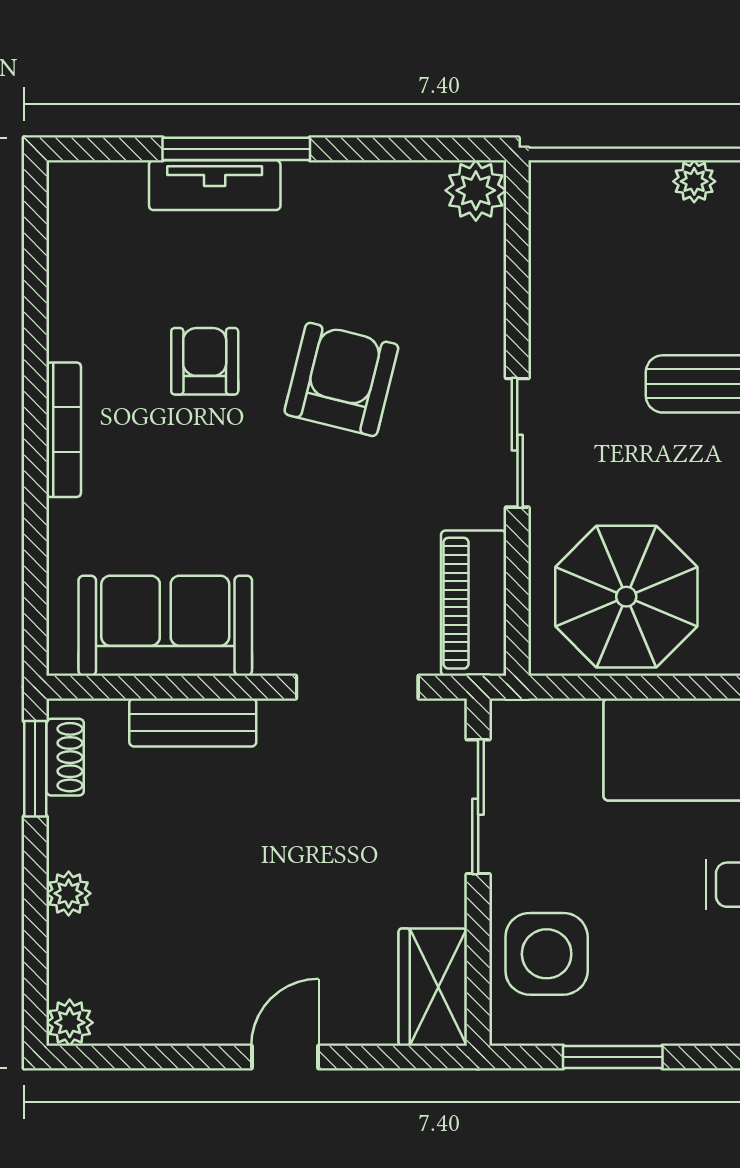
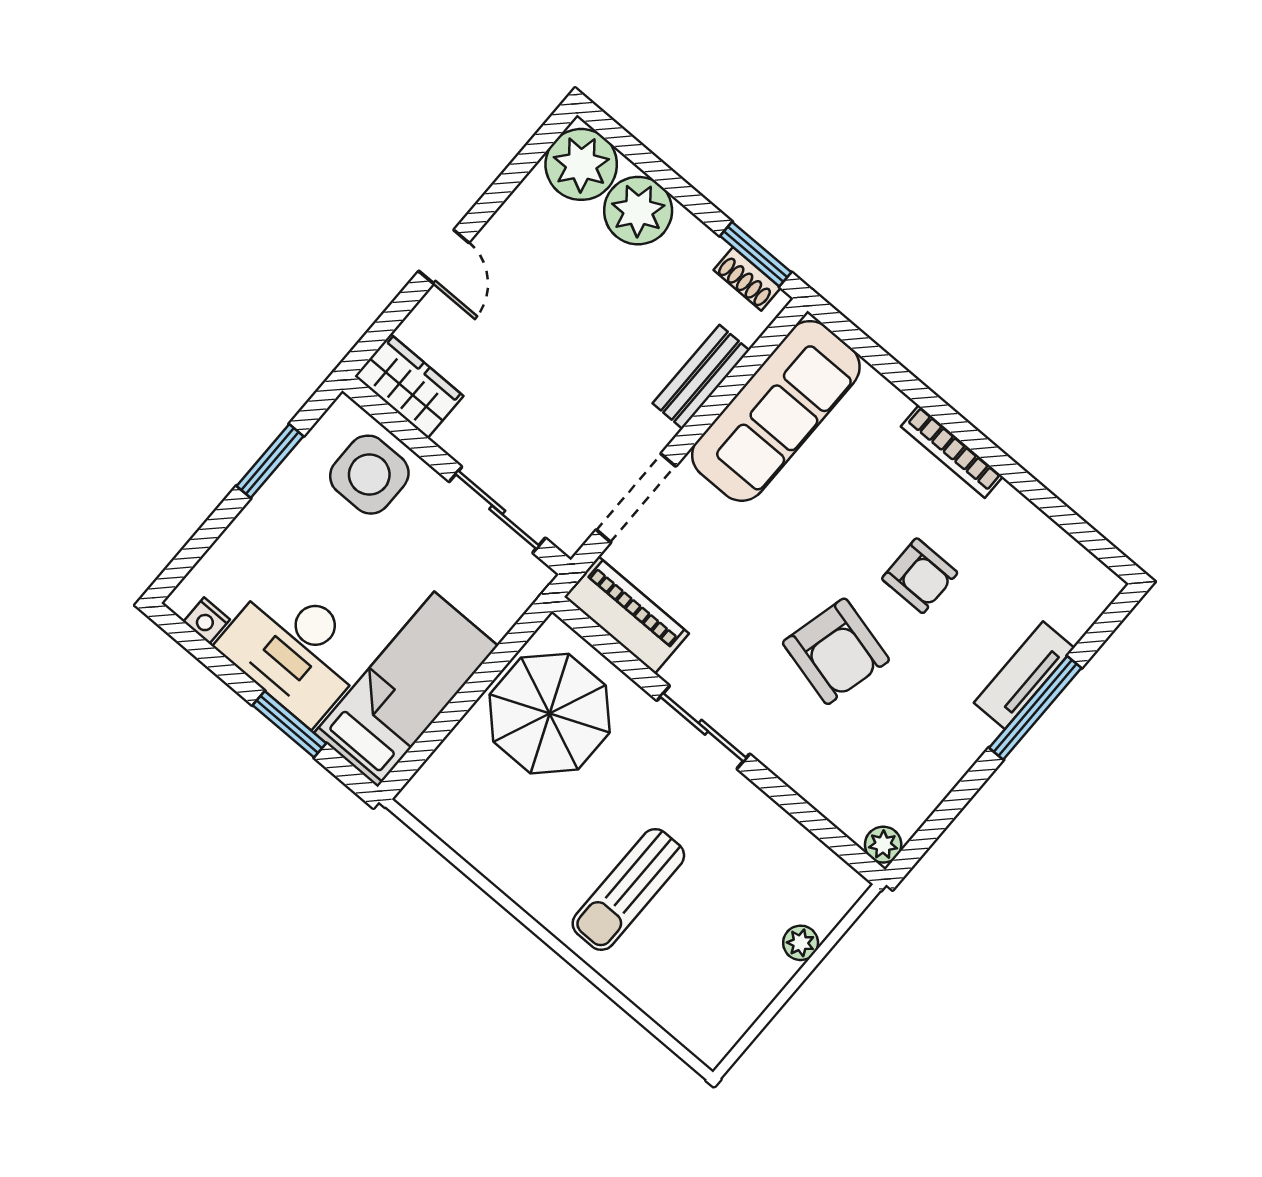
plant: (694, 181) -> (801, 943), moved
plant: (476, 190) -> (883, 845), width x0.73, depth x0.73
sofa: (165, 626) -> (776, 411), width x1.36
plant: (69, 893) -> (638, 211), width x1.88, depth x1.88
plant: (70, 1023) -> (581, 164), width x1.88, depth x1.88

